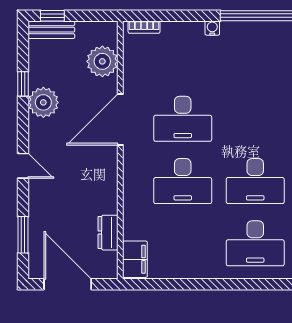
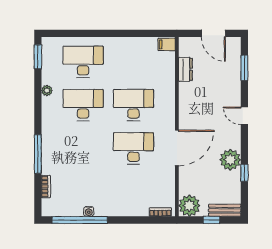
window: (52, 16) -> (211, 220), moved
water cooler: (212, 28) -> (89, 211), moved
plant: (102, 61) -> (189, 206), moved
filing cabinet: (135, 259) -> (167, 44), width x0.50
door: (68, 284) -> (213, 33), width x0.73

